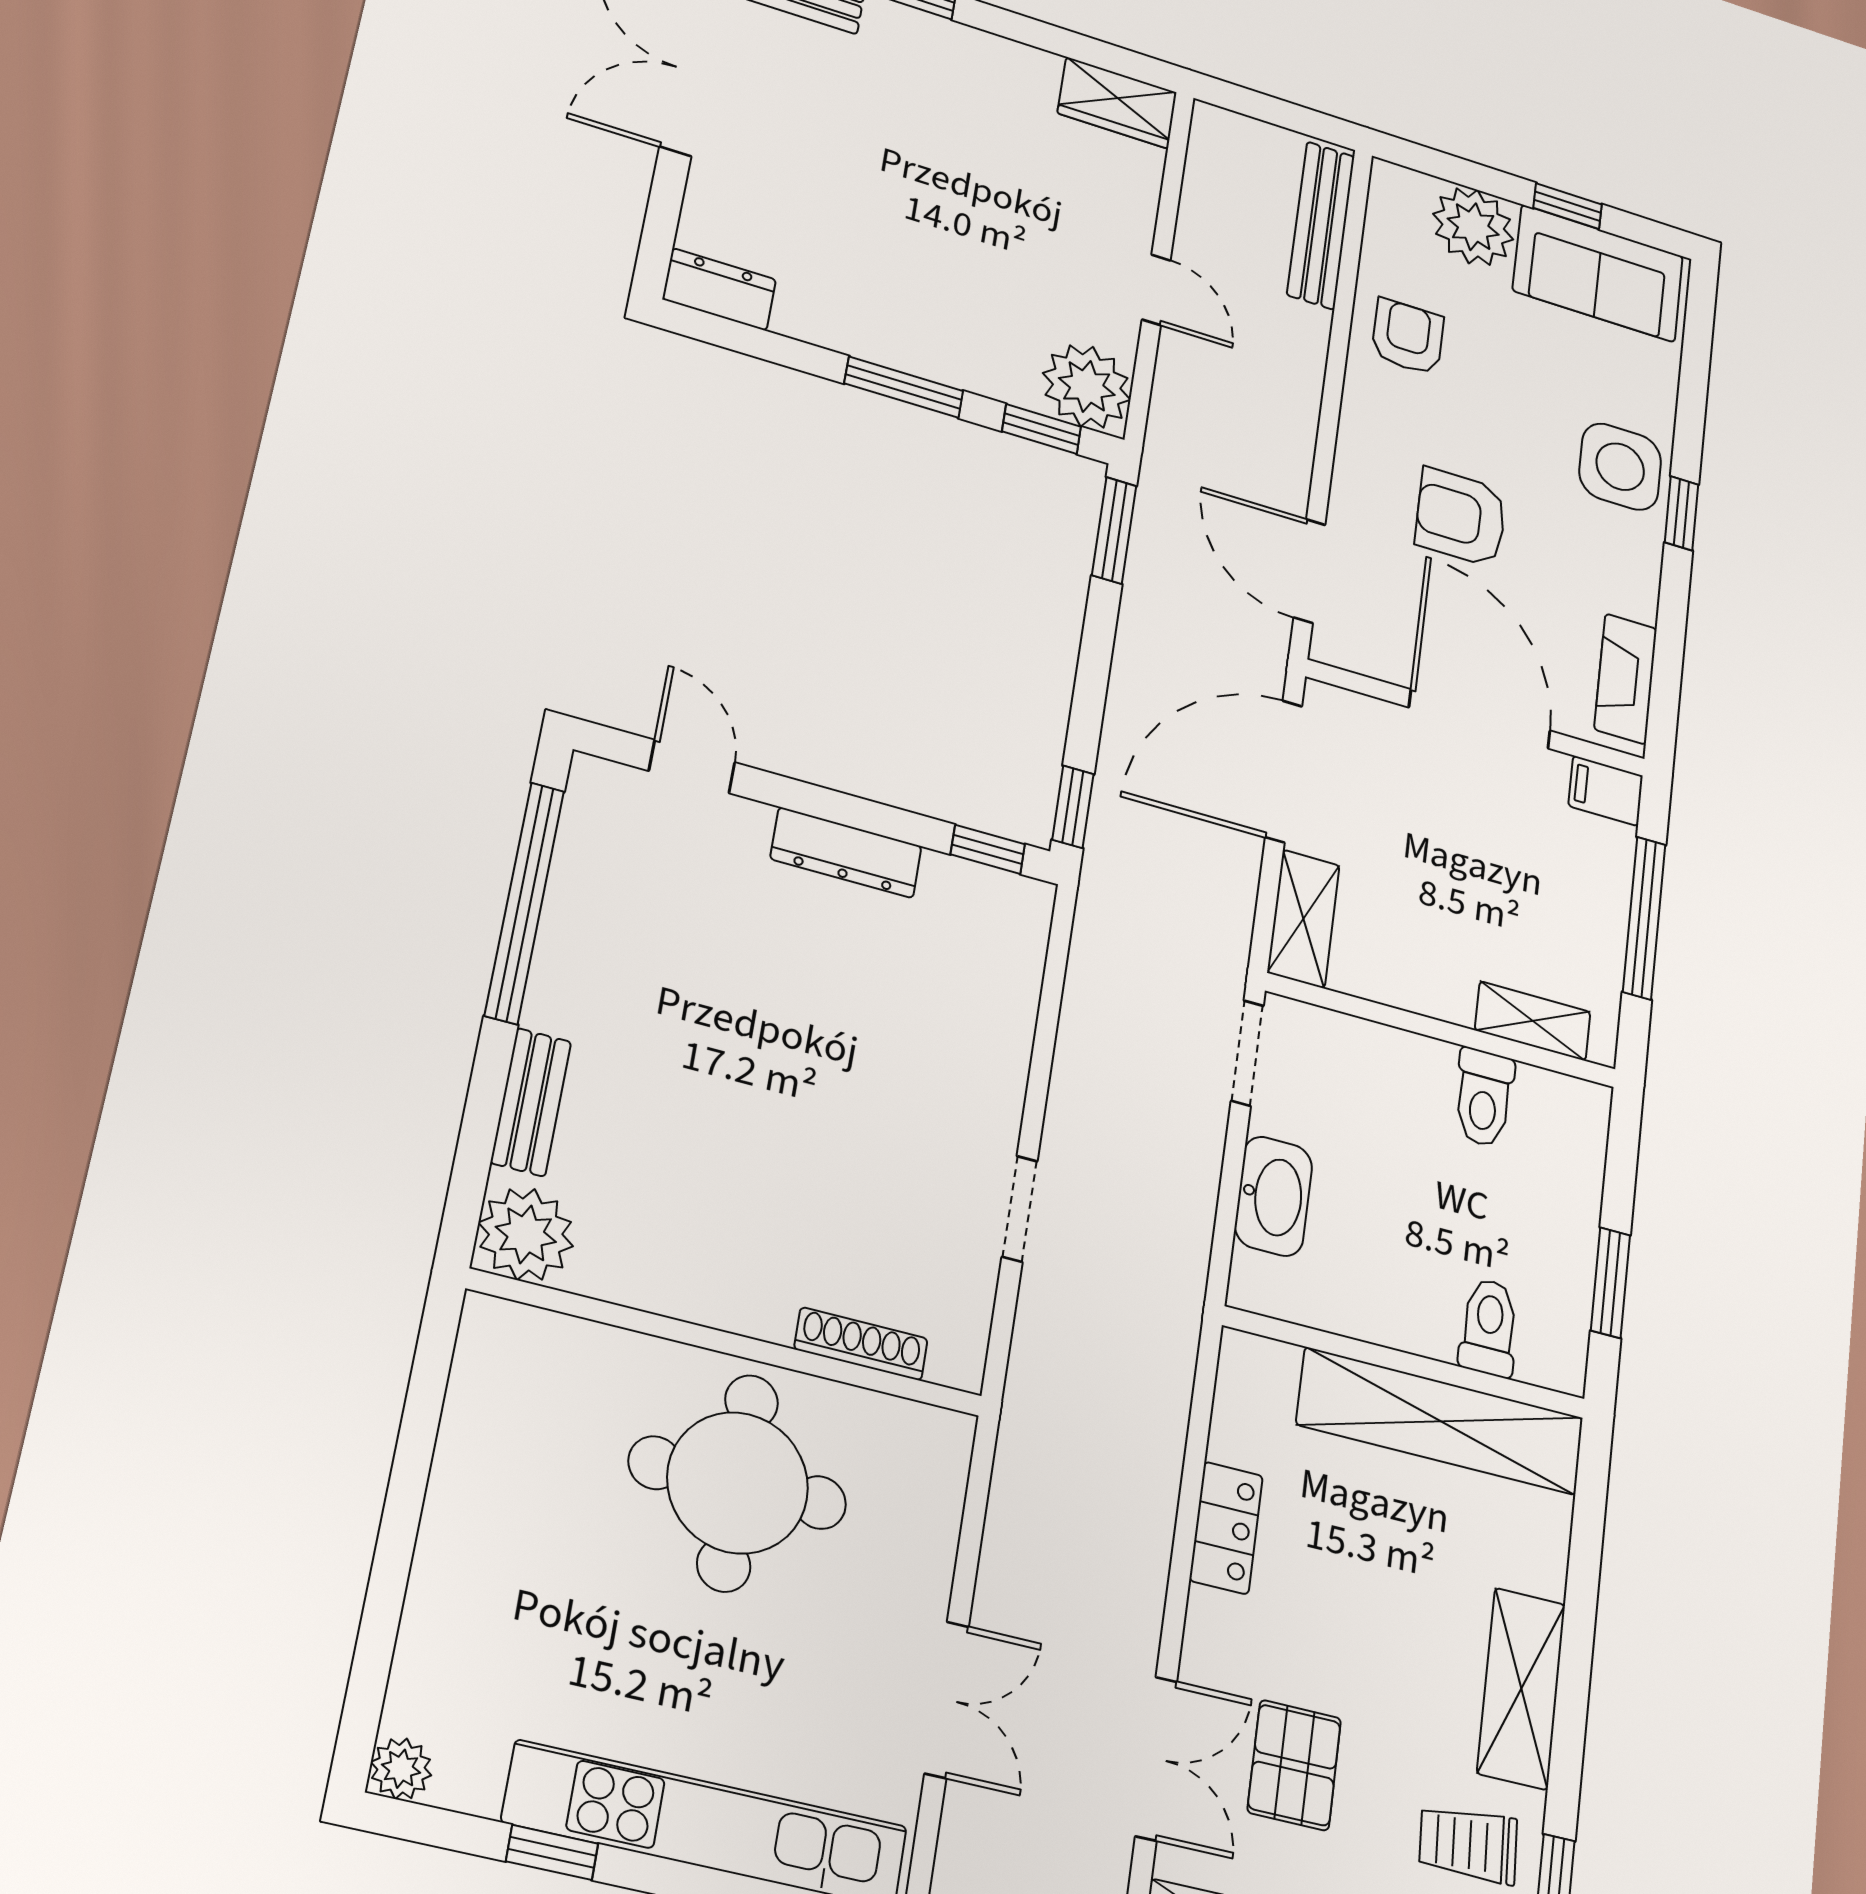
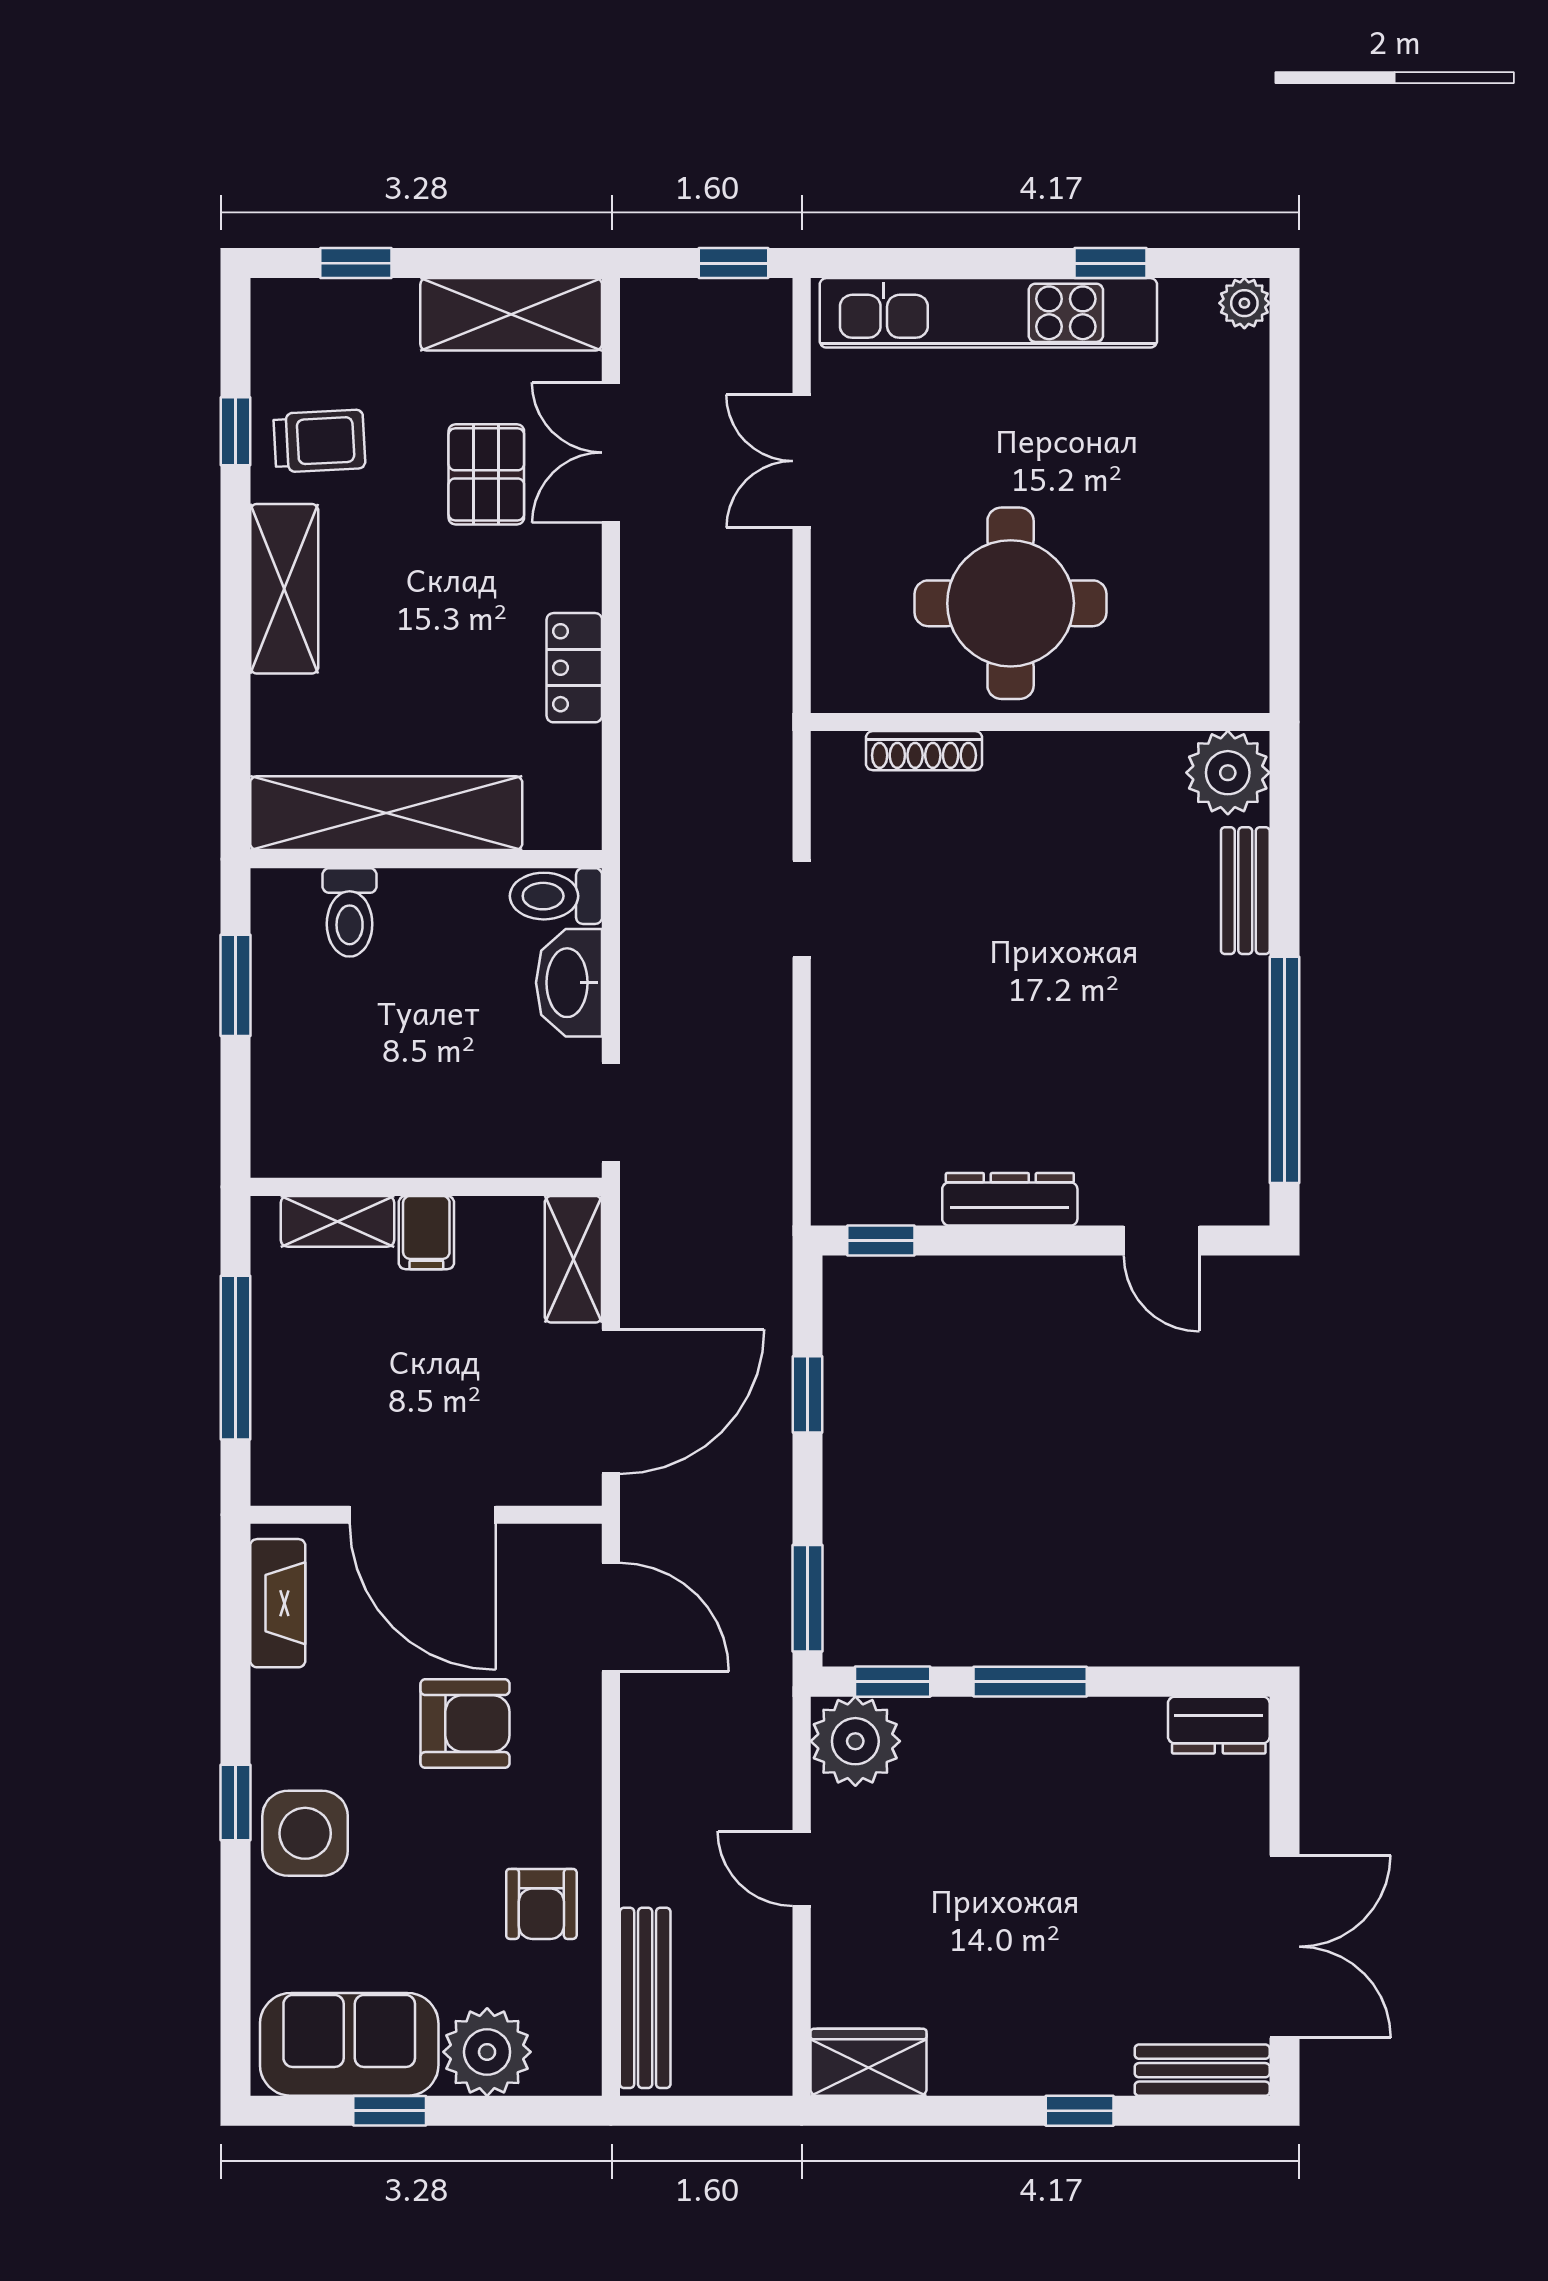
filing cabinet: (1606, 791) -> (426, 1233), moved, turned 90
window: (1073, 807) -> (808, 1394), moved
toilet: (1484, 1098) -> (556, 896), moved, turned -90

